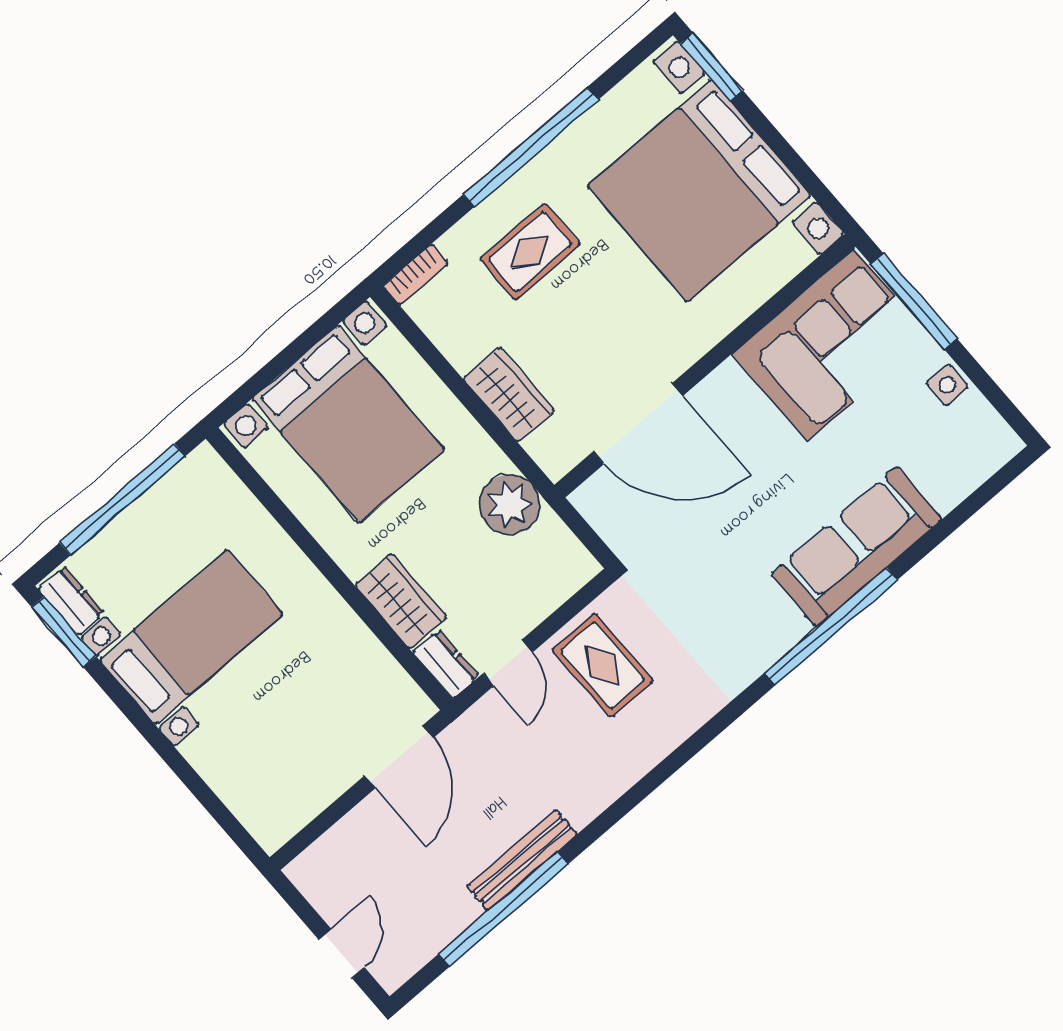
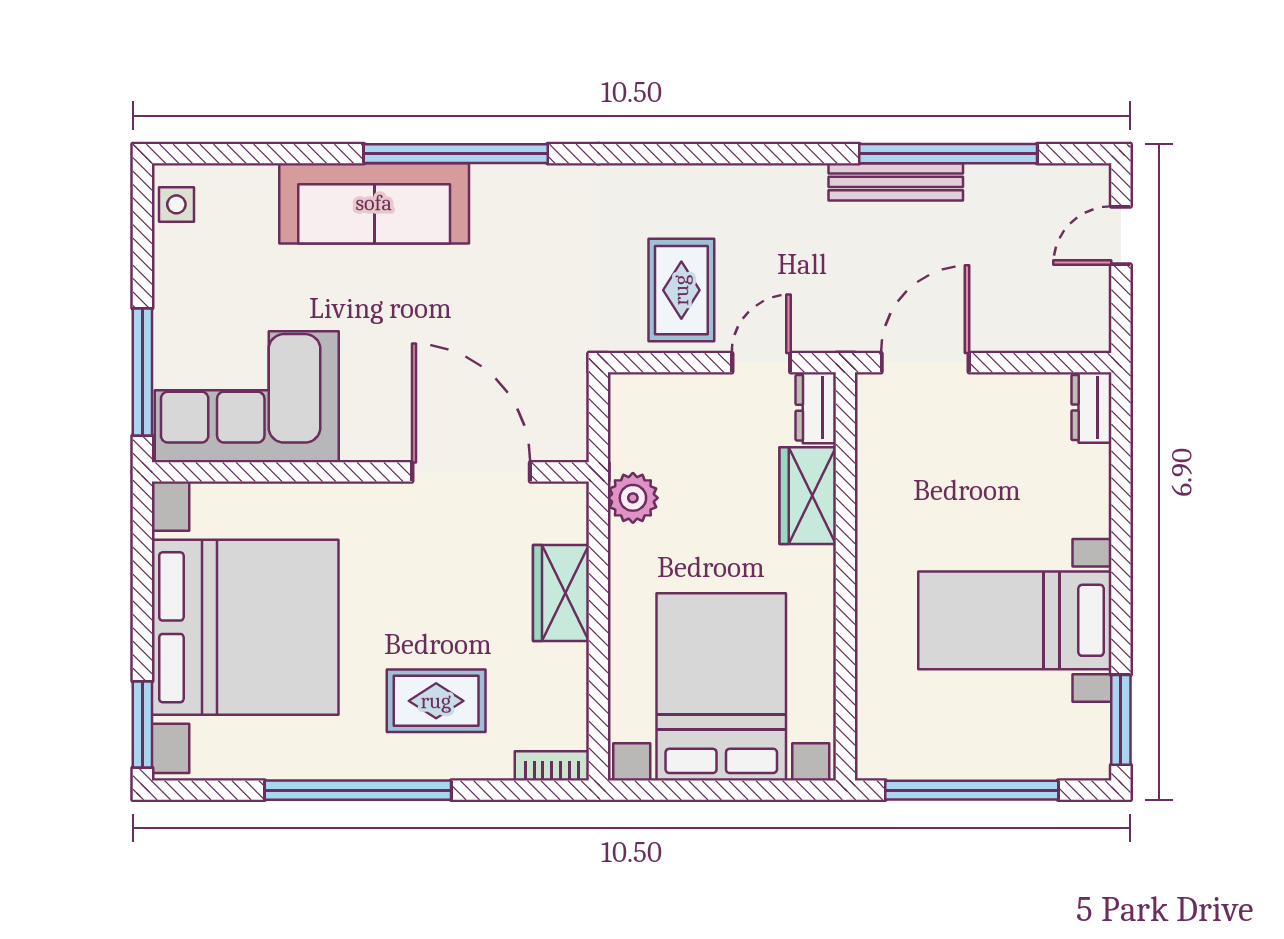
side table: (947, 385) -> (176, 204), moved
plant: (509, 504) -> (633, 498), width x0.73, depth x0.73
dresser: (71, 601) -> (1091, 407), moved

